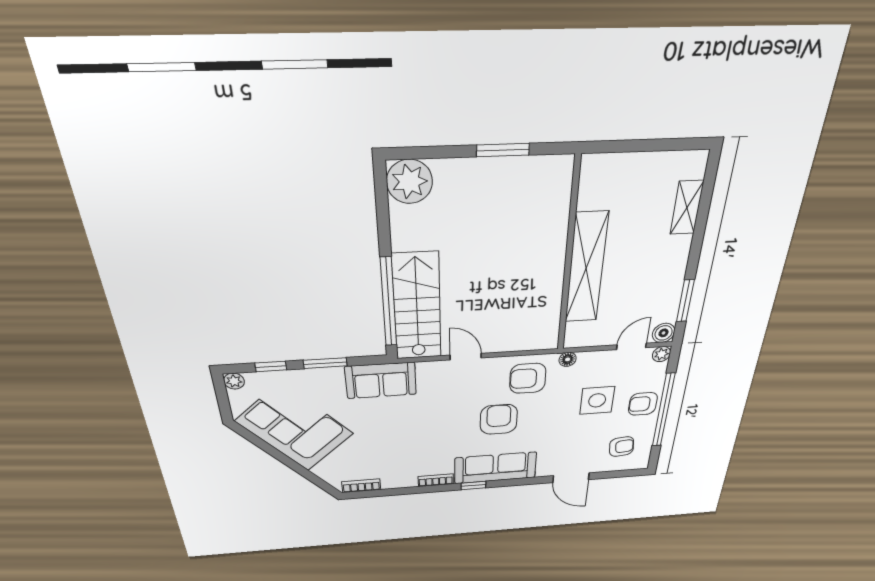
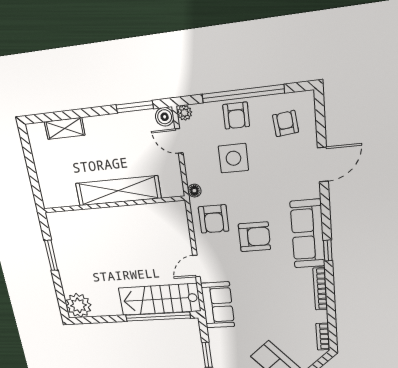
sofa: (381, 380) -> (218, 305), moved
armchair: (499, 419) -> (254, 237), turned 180
bookcase: (436, 480) -> (320, 289), width x1.56

